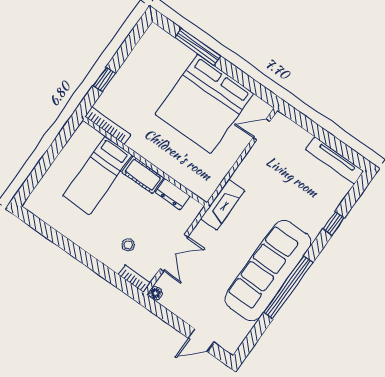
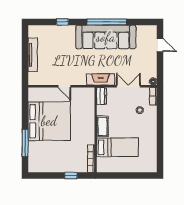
door: (261, 129) -> (64, 86), moved
tv unit: (335, 160) -> (33, 55), moved
dresser: (173, 194) -> (102, 96), moved
fireplace: (223, 205) -> (101, 80), moved

